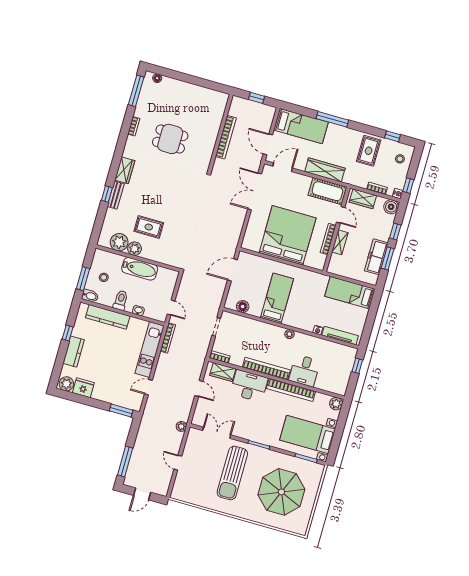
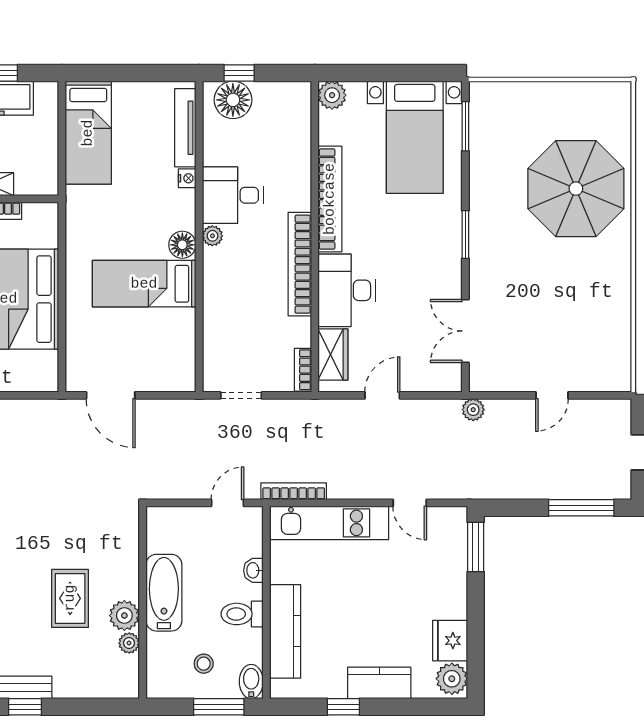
plant: (119, 242) -> (129, 643), width x0.53, depth x0.53
floor lamp: (243, 307) -> (182, 245), moved
floor lamp: (346, 360) -> (233, 100), added
desk: (304, 371) -> (233, 195), moved, turned 180
sun lounger: (232, 473) -> (541, 273), removed
parasol: (281, 492) -> (576, 189), moved

